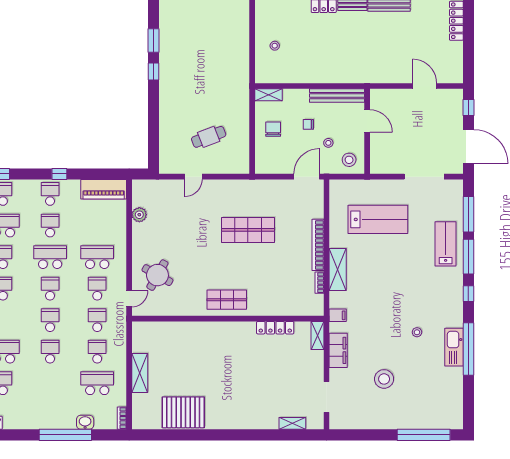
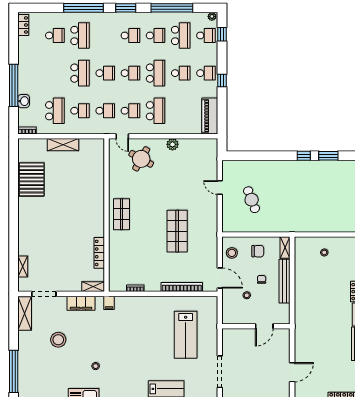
bench: (337, 96) -> (284, 281), moved
stool: (349, 160) -> (232, 253), moved
plant: (139, 215) -> (172, 144), moved
bookcase: (318, 245) -> (182, 287), moved
shelving: (338, 269) -> (25, 314), moved, turned 90
school desk: (50, 352) -> (80, 73), width x1.85

